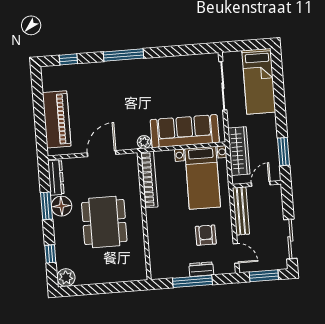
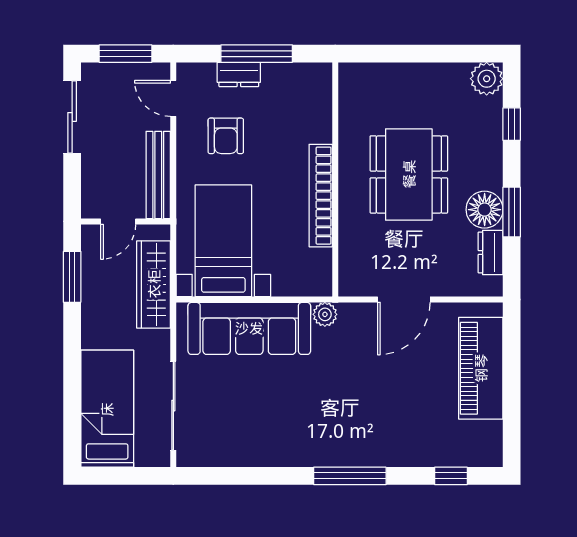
dresser: (56, 178) -> (491, 253), width x0.70
bookcase: (149, 180) -> (321, 196), moved

